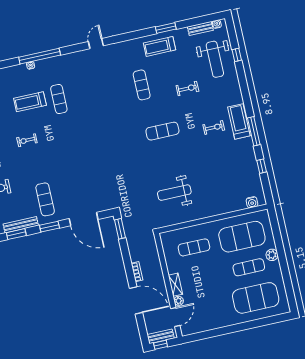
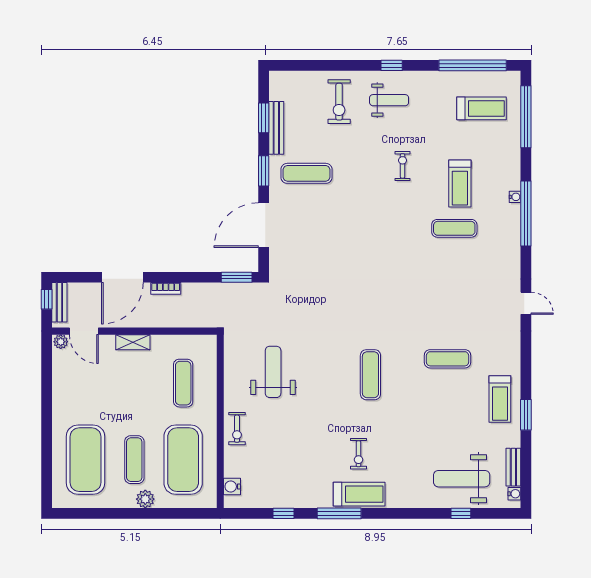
treadmill: (160, 46) -> (500, 399), turned 180
exercise bike: (187, 88) -> (237, 429), moved
treadmill: (30, 102) -> (460, 183), turned 180
plant: (179, 301) -> (61, 342), moved

